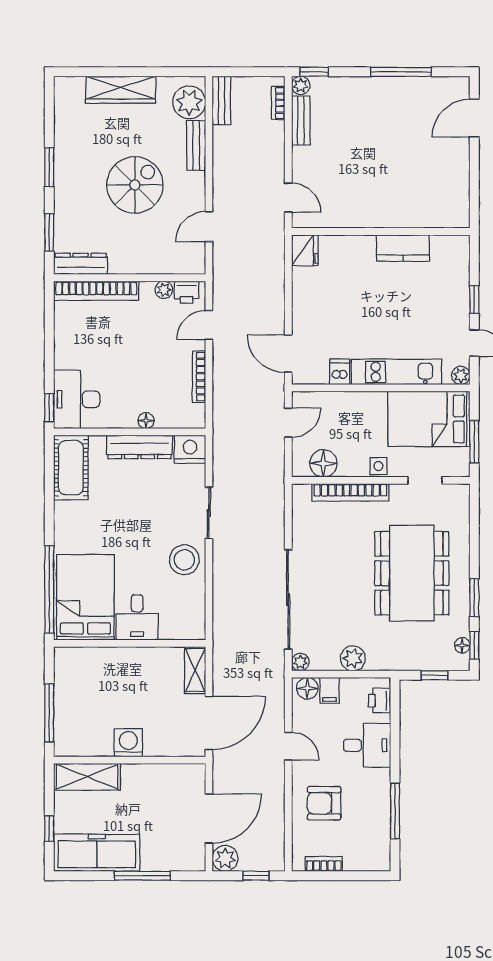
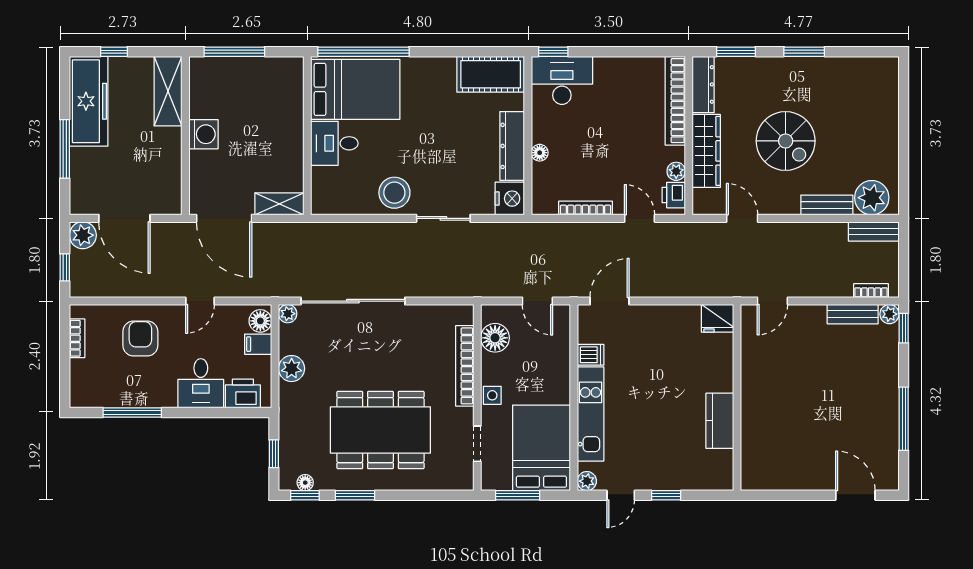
wardrobe: (121, 90) -> (706, 151), moved, turned 180
printer: (379, 701) -> (243, 393), width x1.36, depth x1.24

